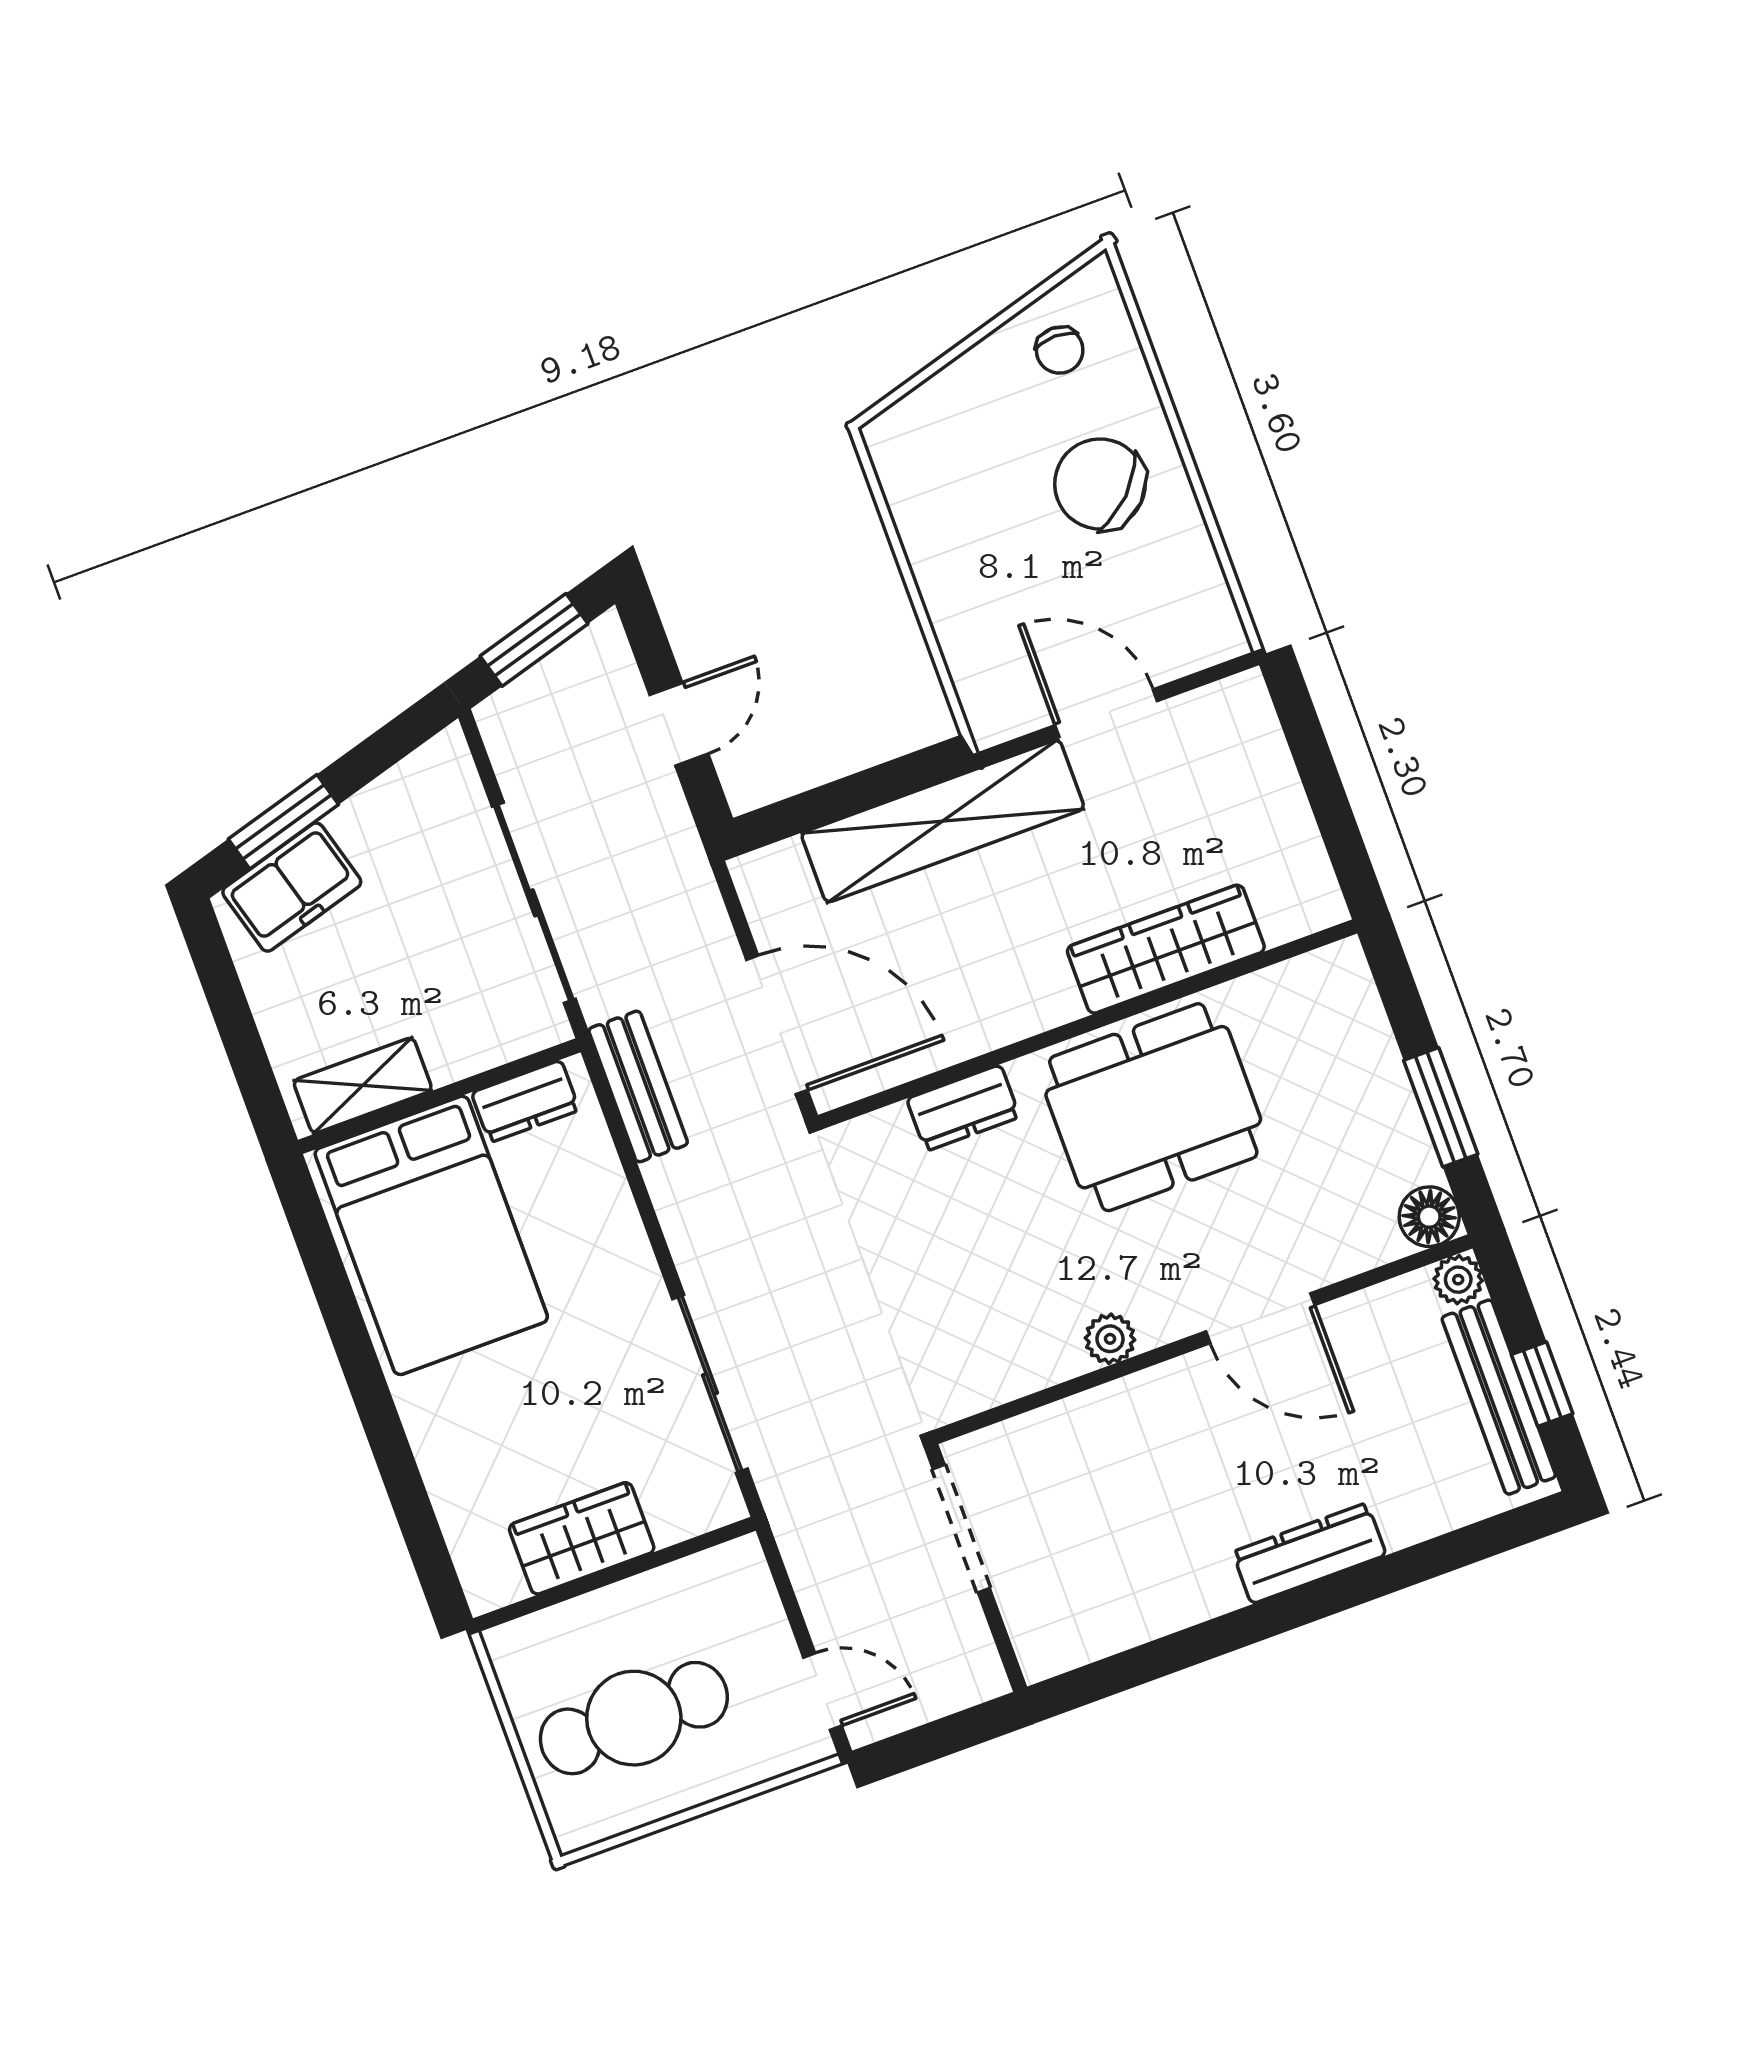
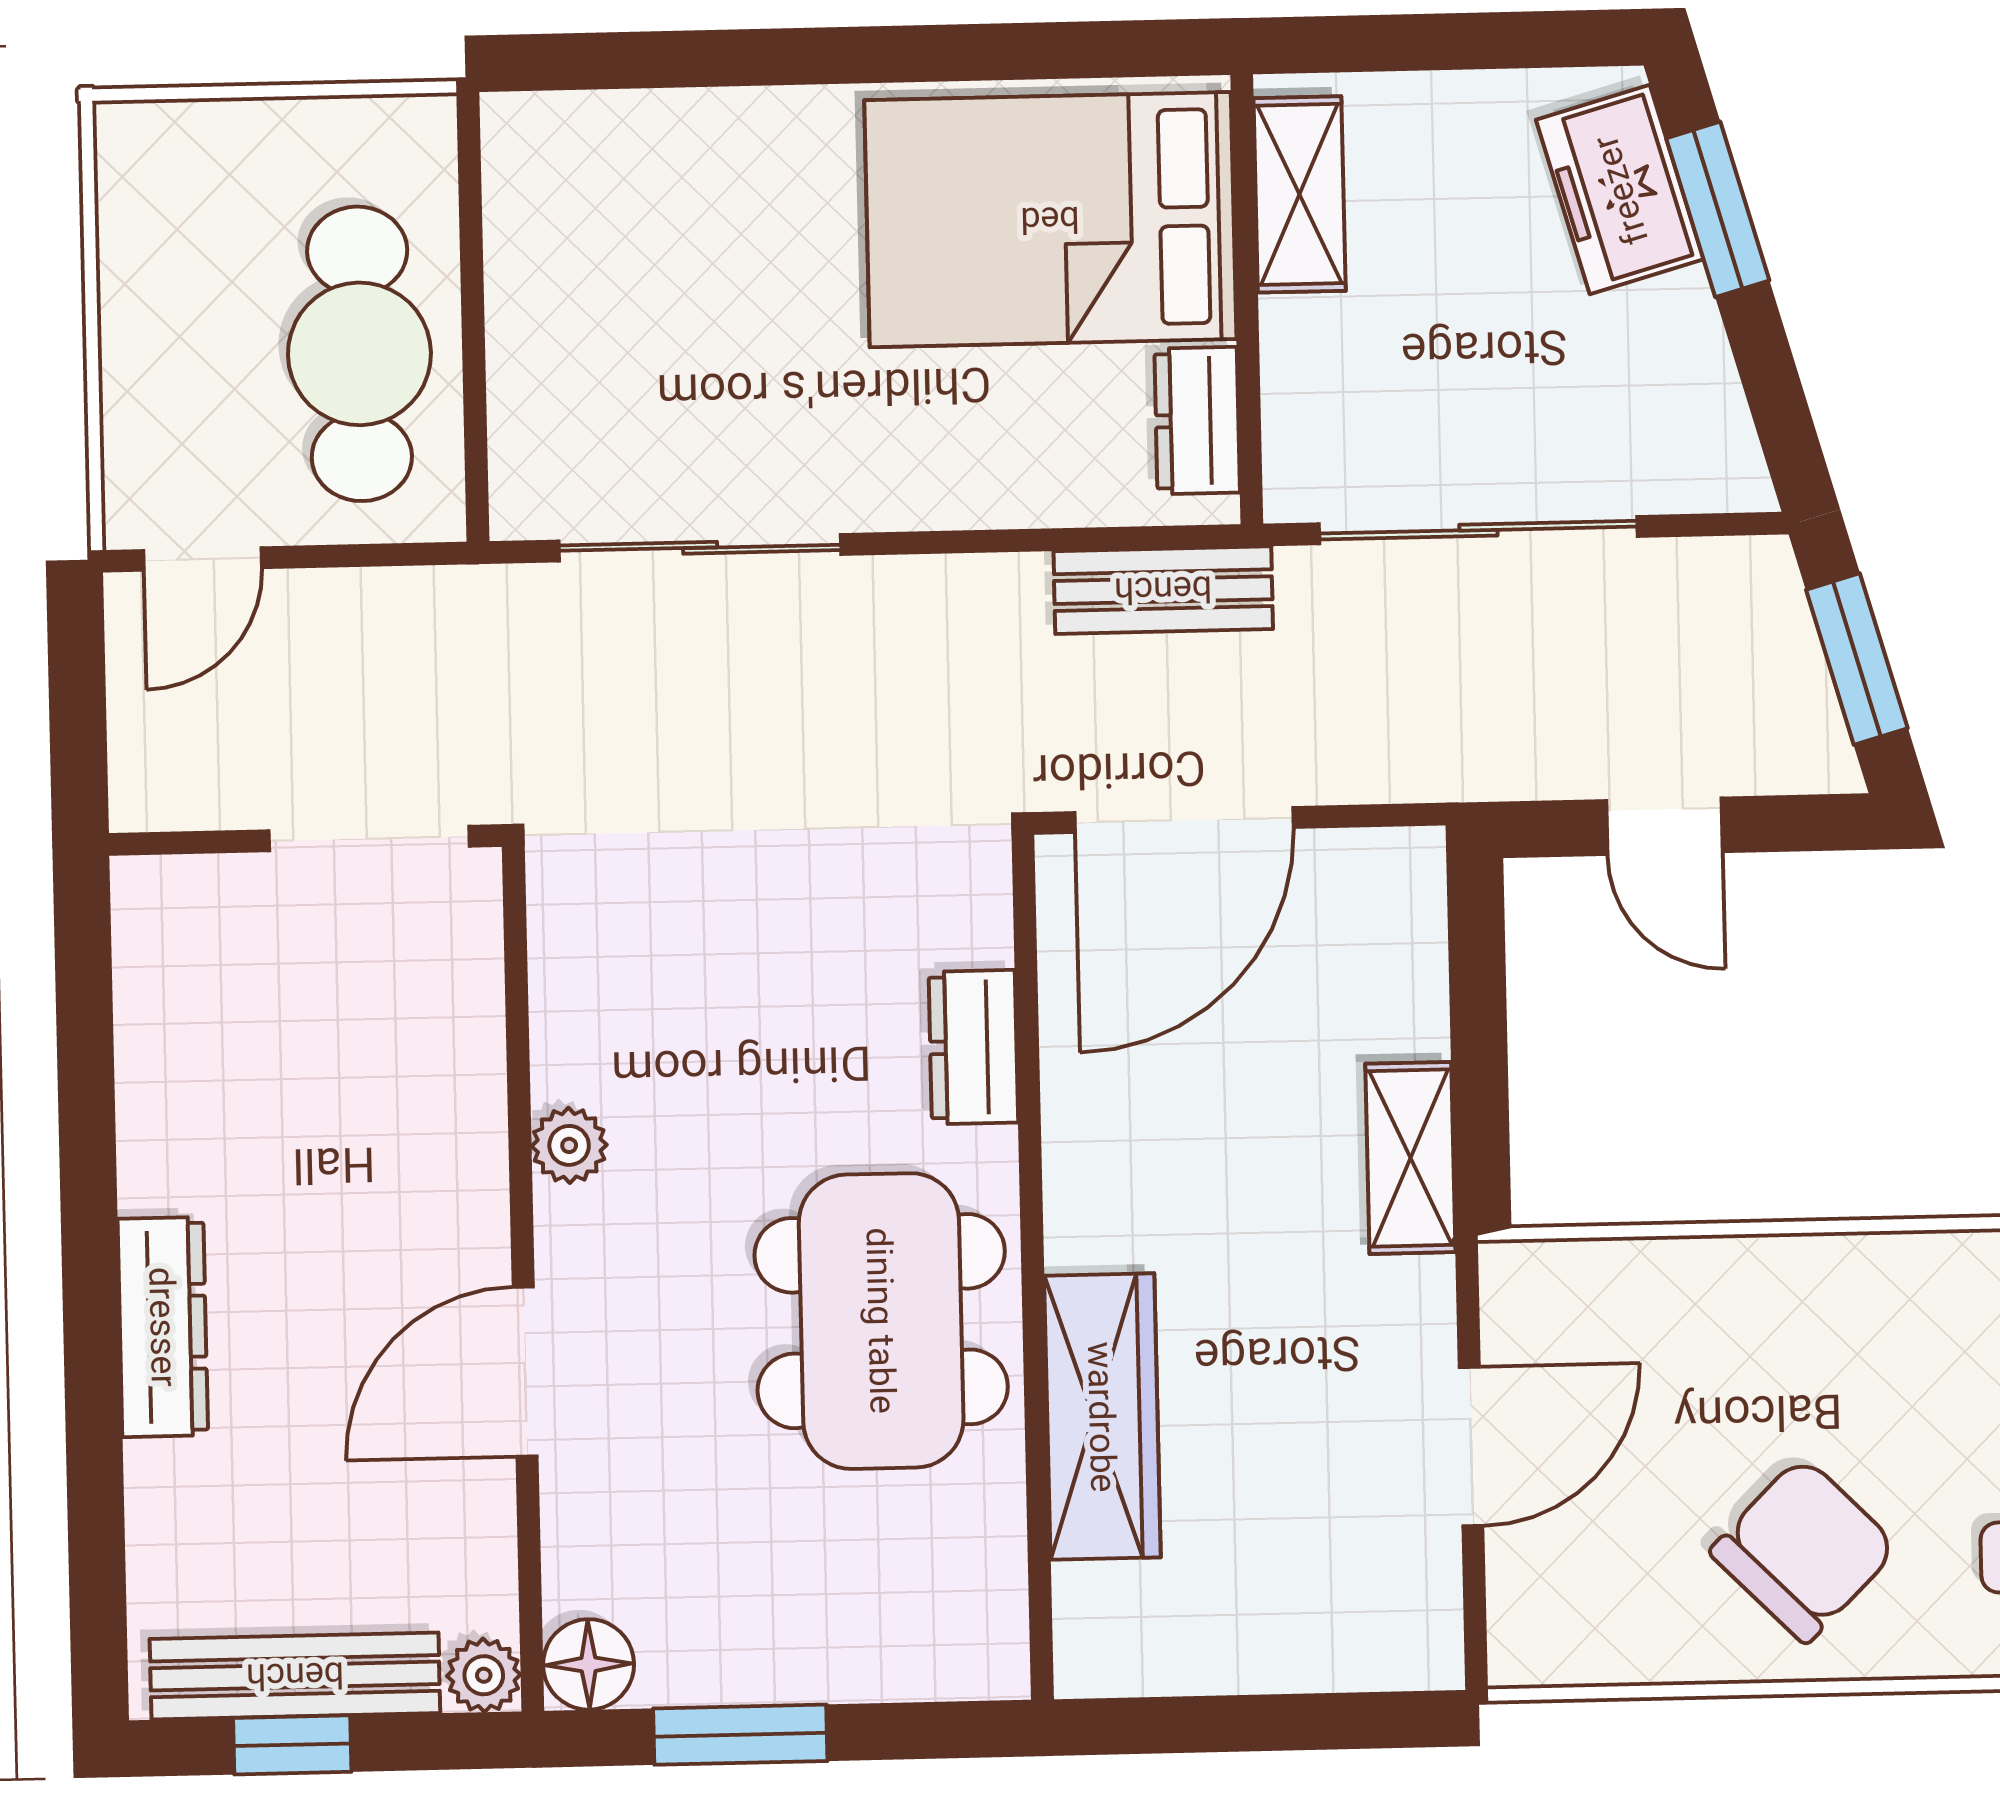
shelving: (943, 821) -> (1410, 1158), width x0.45, depth x0.75
wardrobe: (582, 1538) -> (541, 288), removed
cafe table: (634, 1718) -> (359, 354), moved

